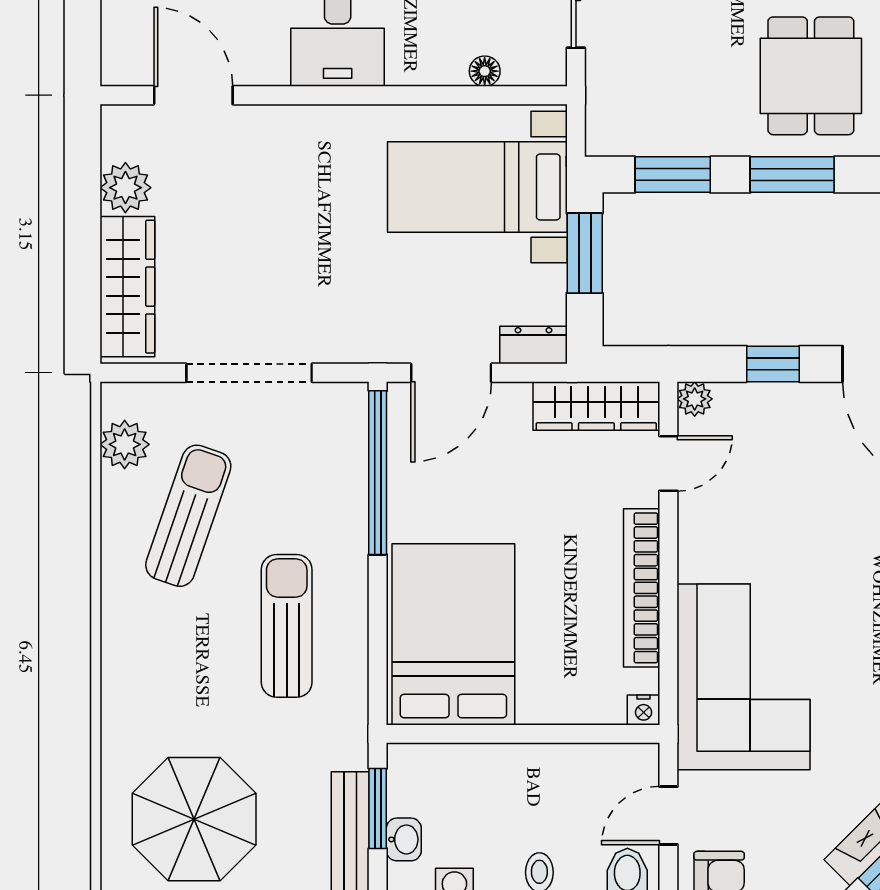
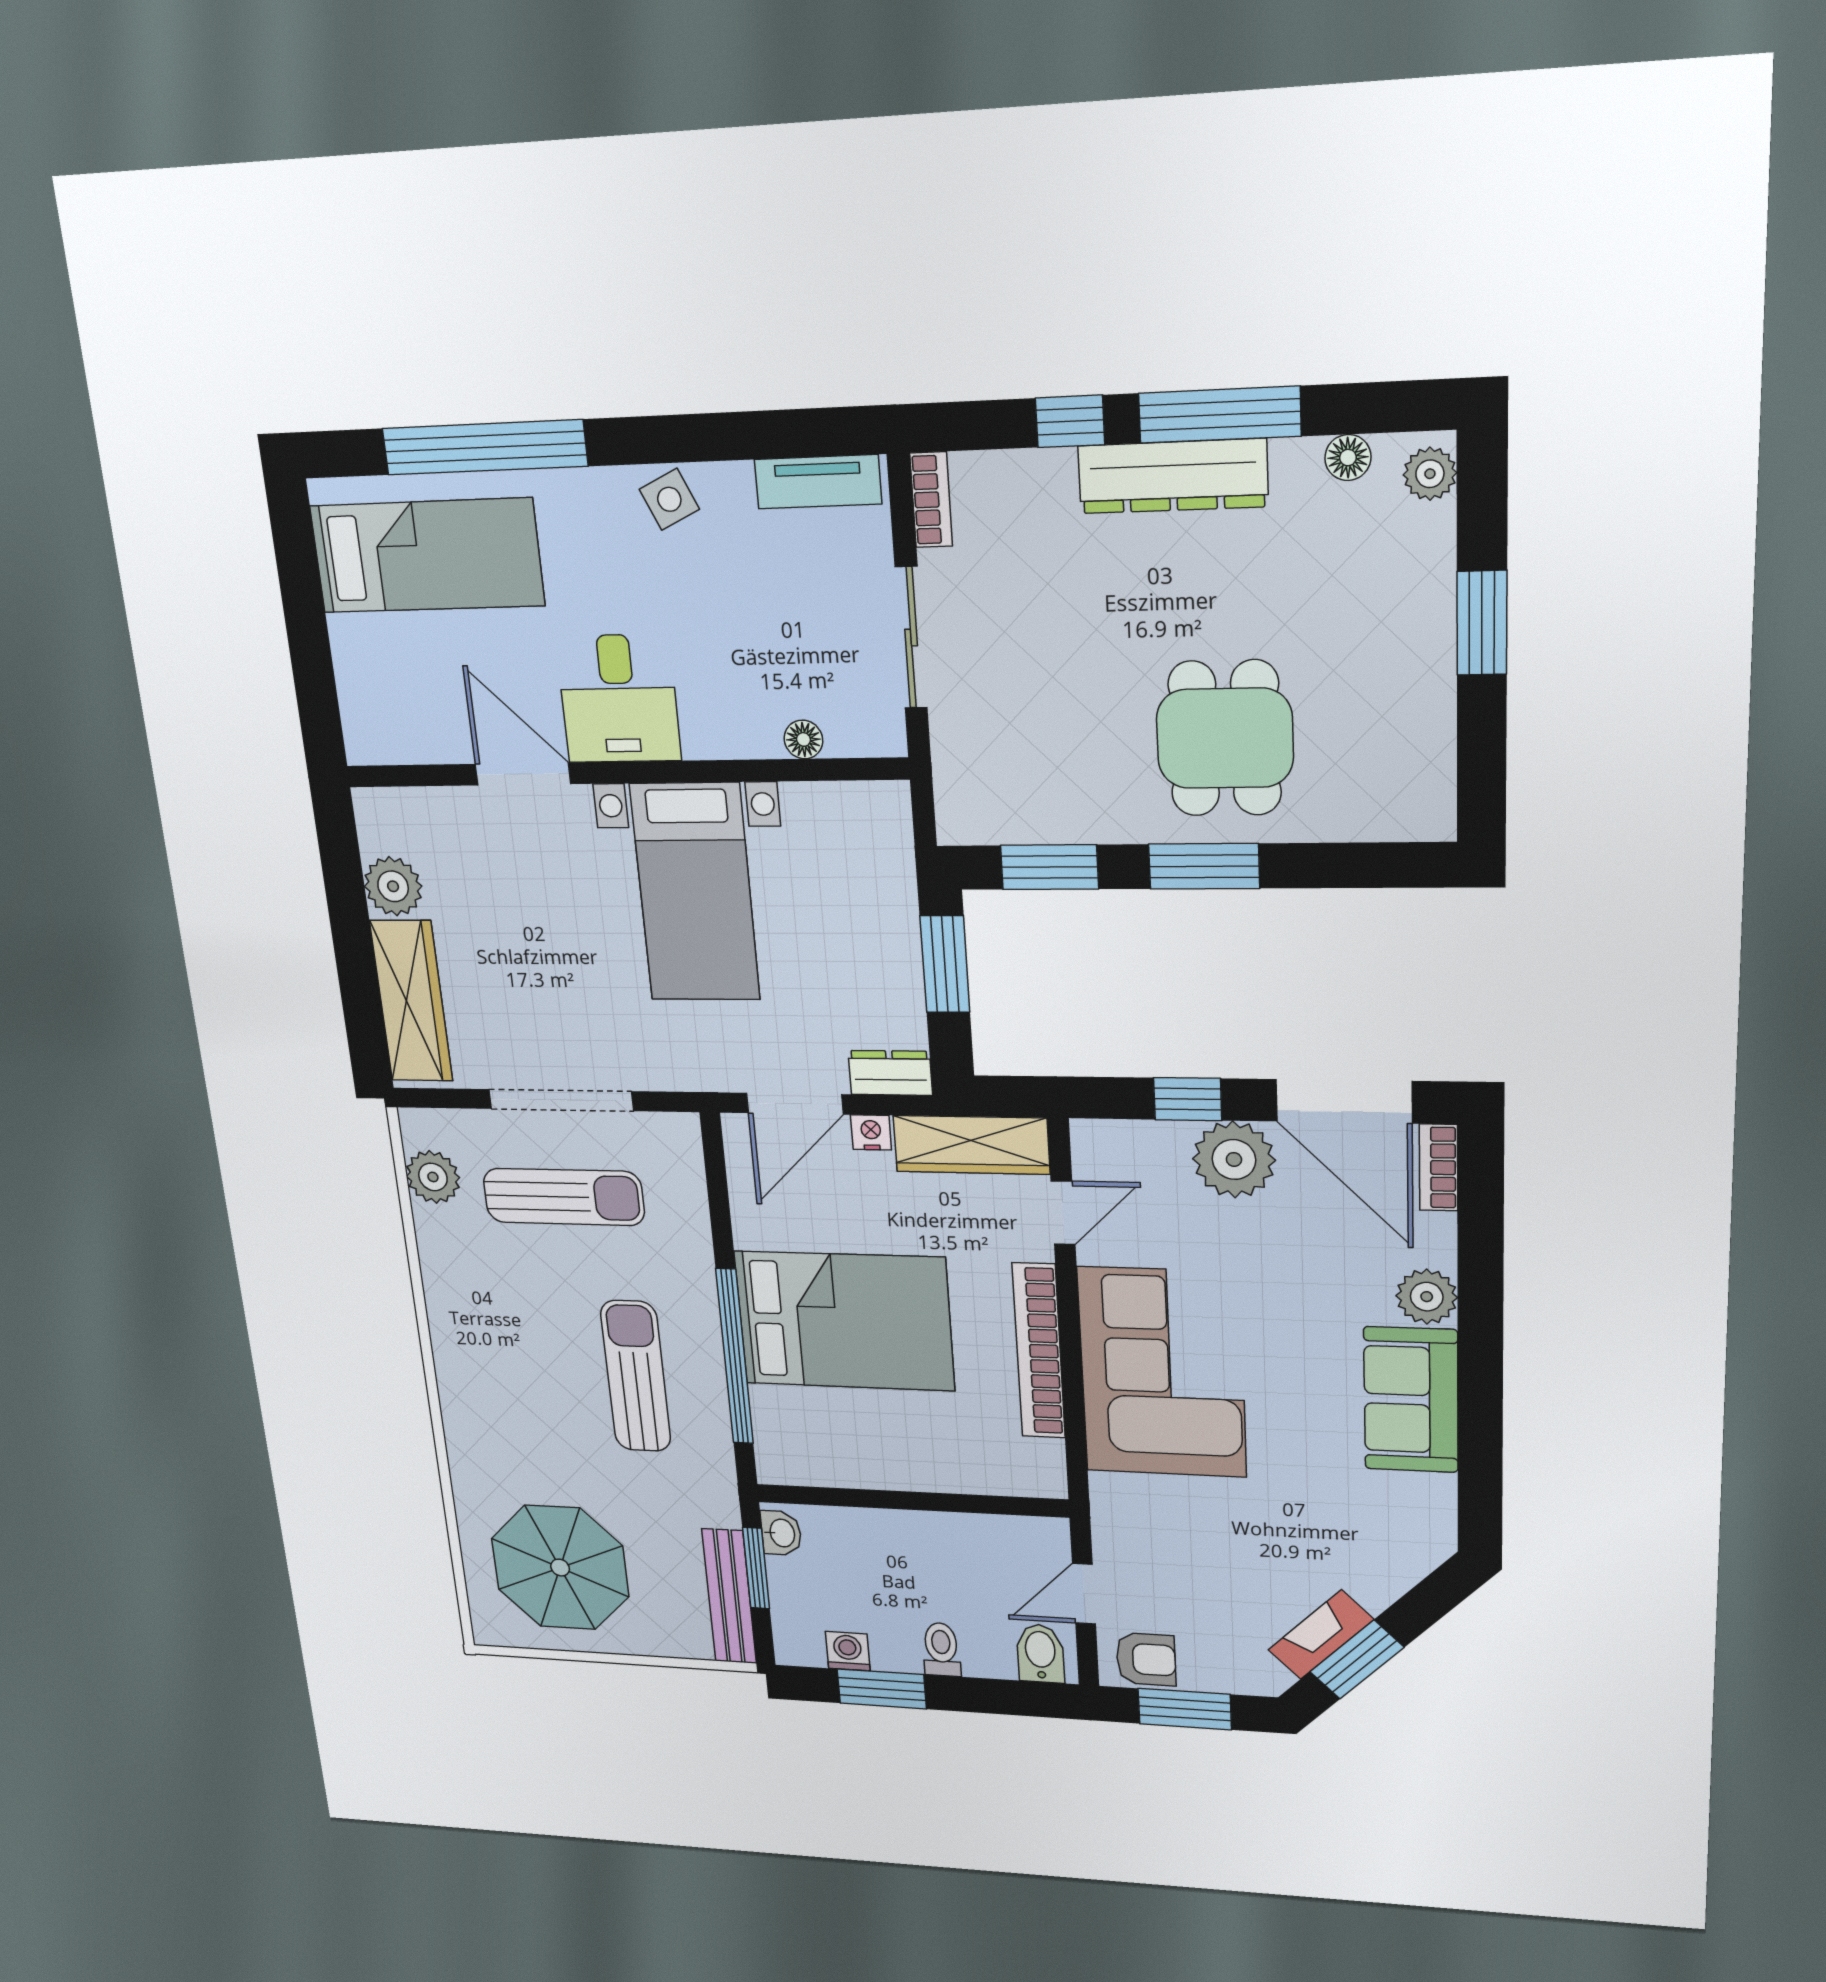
door: (193, 95) -> (523, 774), moved
bed with nightstands: (477, 187) -> (695, 892), moved, turned -90
plant: (695, 399) -> (1234, 1159), moved, width x1.87, depth x1.87
window: (378, 473) -> (735, 1357), moved
sun lounger: (188, 516) -> (564, 1197), moved, turned 71
bed: (453, 634) -> (844, 1321), moved, turned 90
corner sofa: (744, 677) -> (1162, 1373), moved
nightstand: (644, 710) -> (871, 1132), moved, turned 180
washbasin: (404, 839) -> (781, 1533), moved

